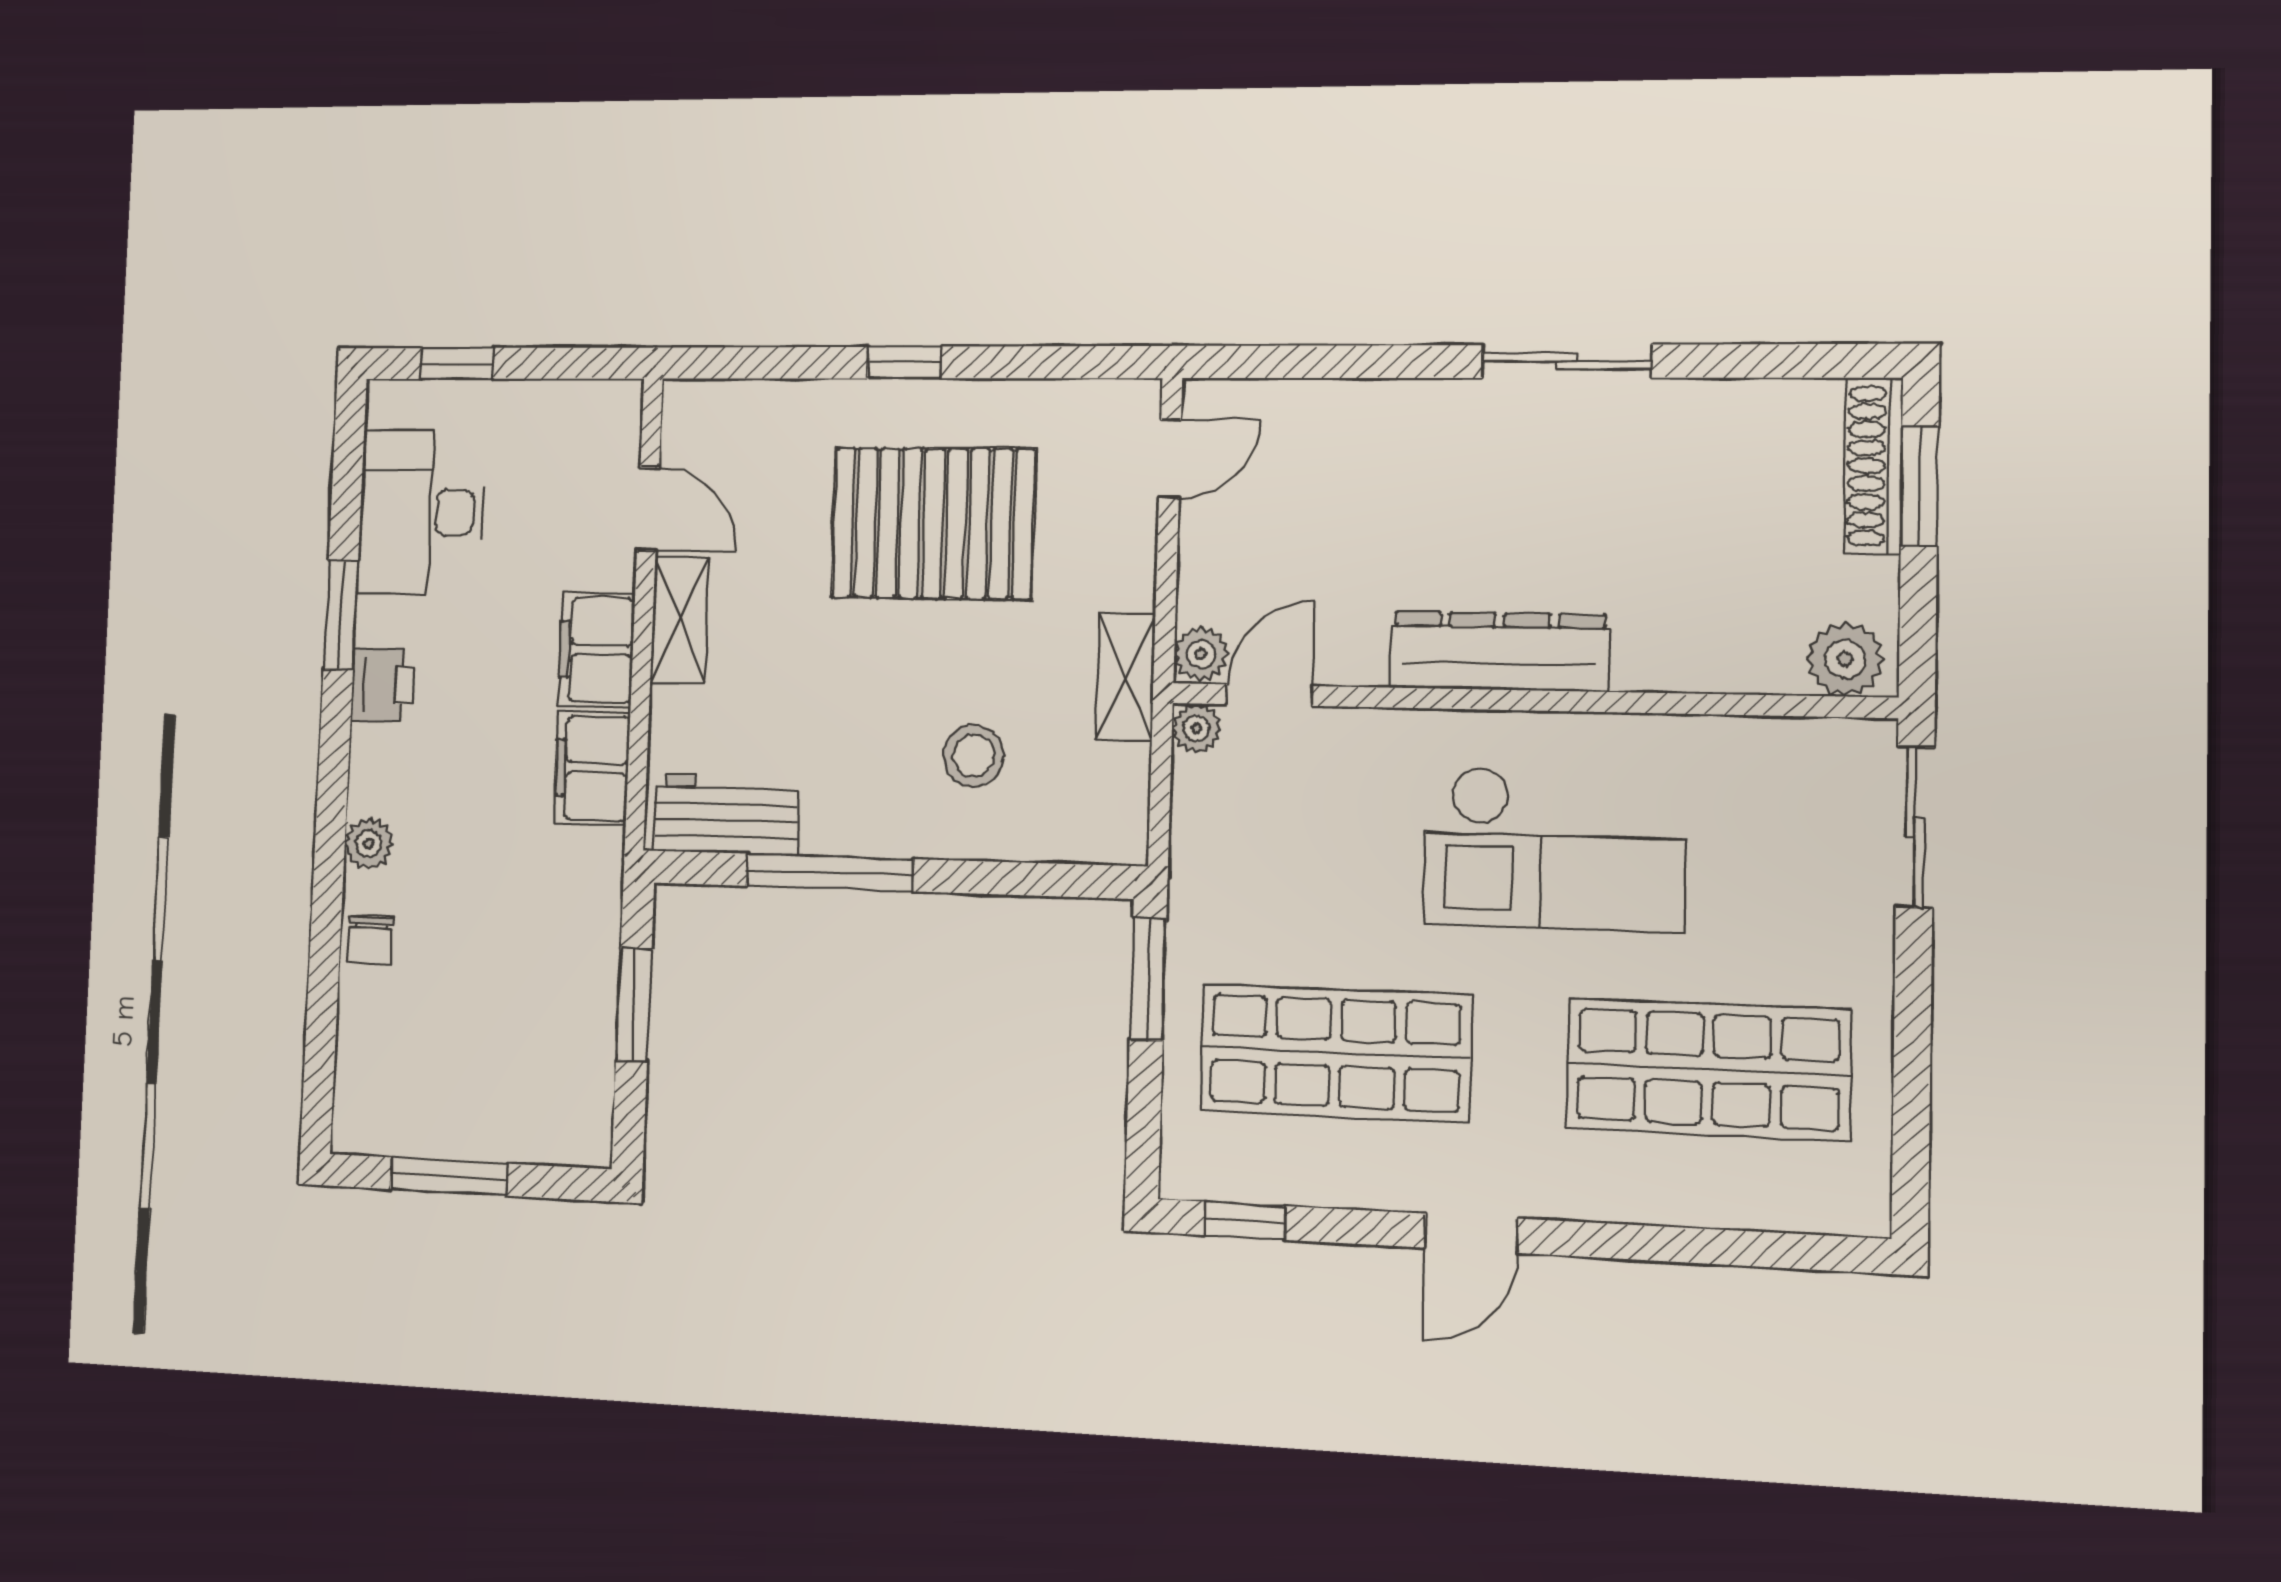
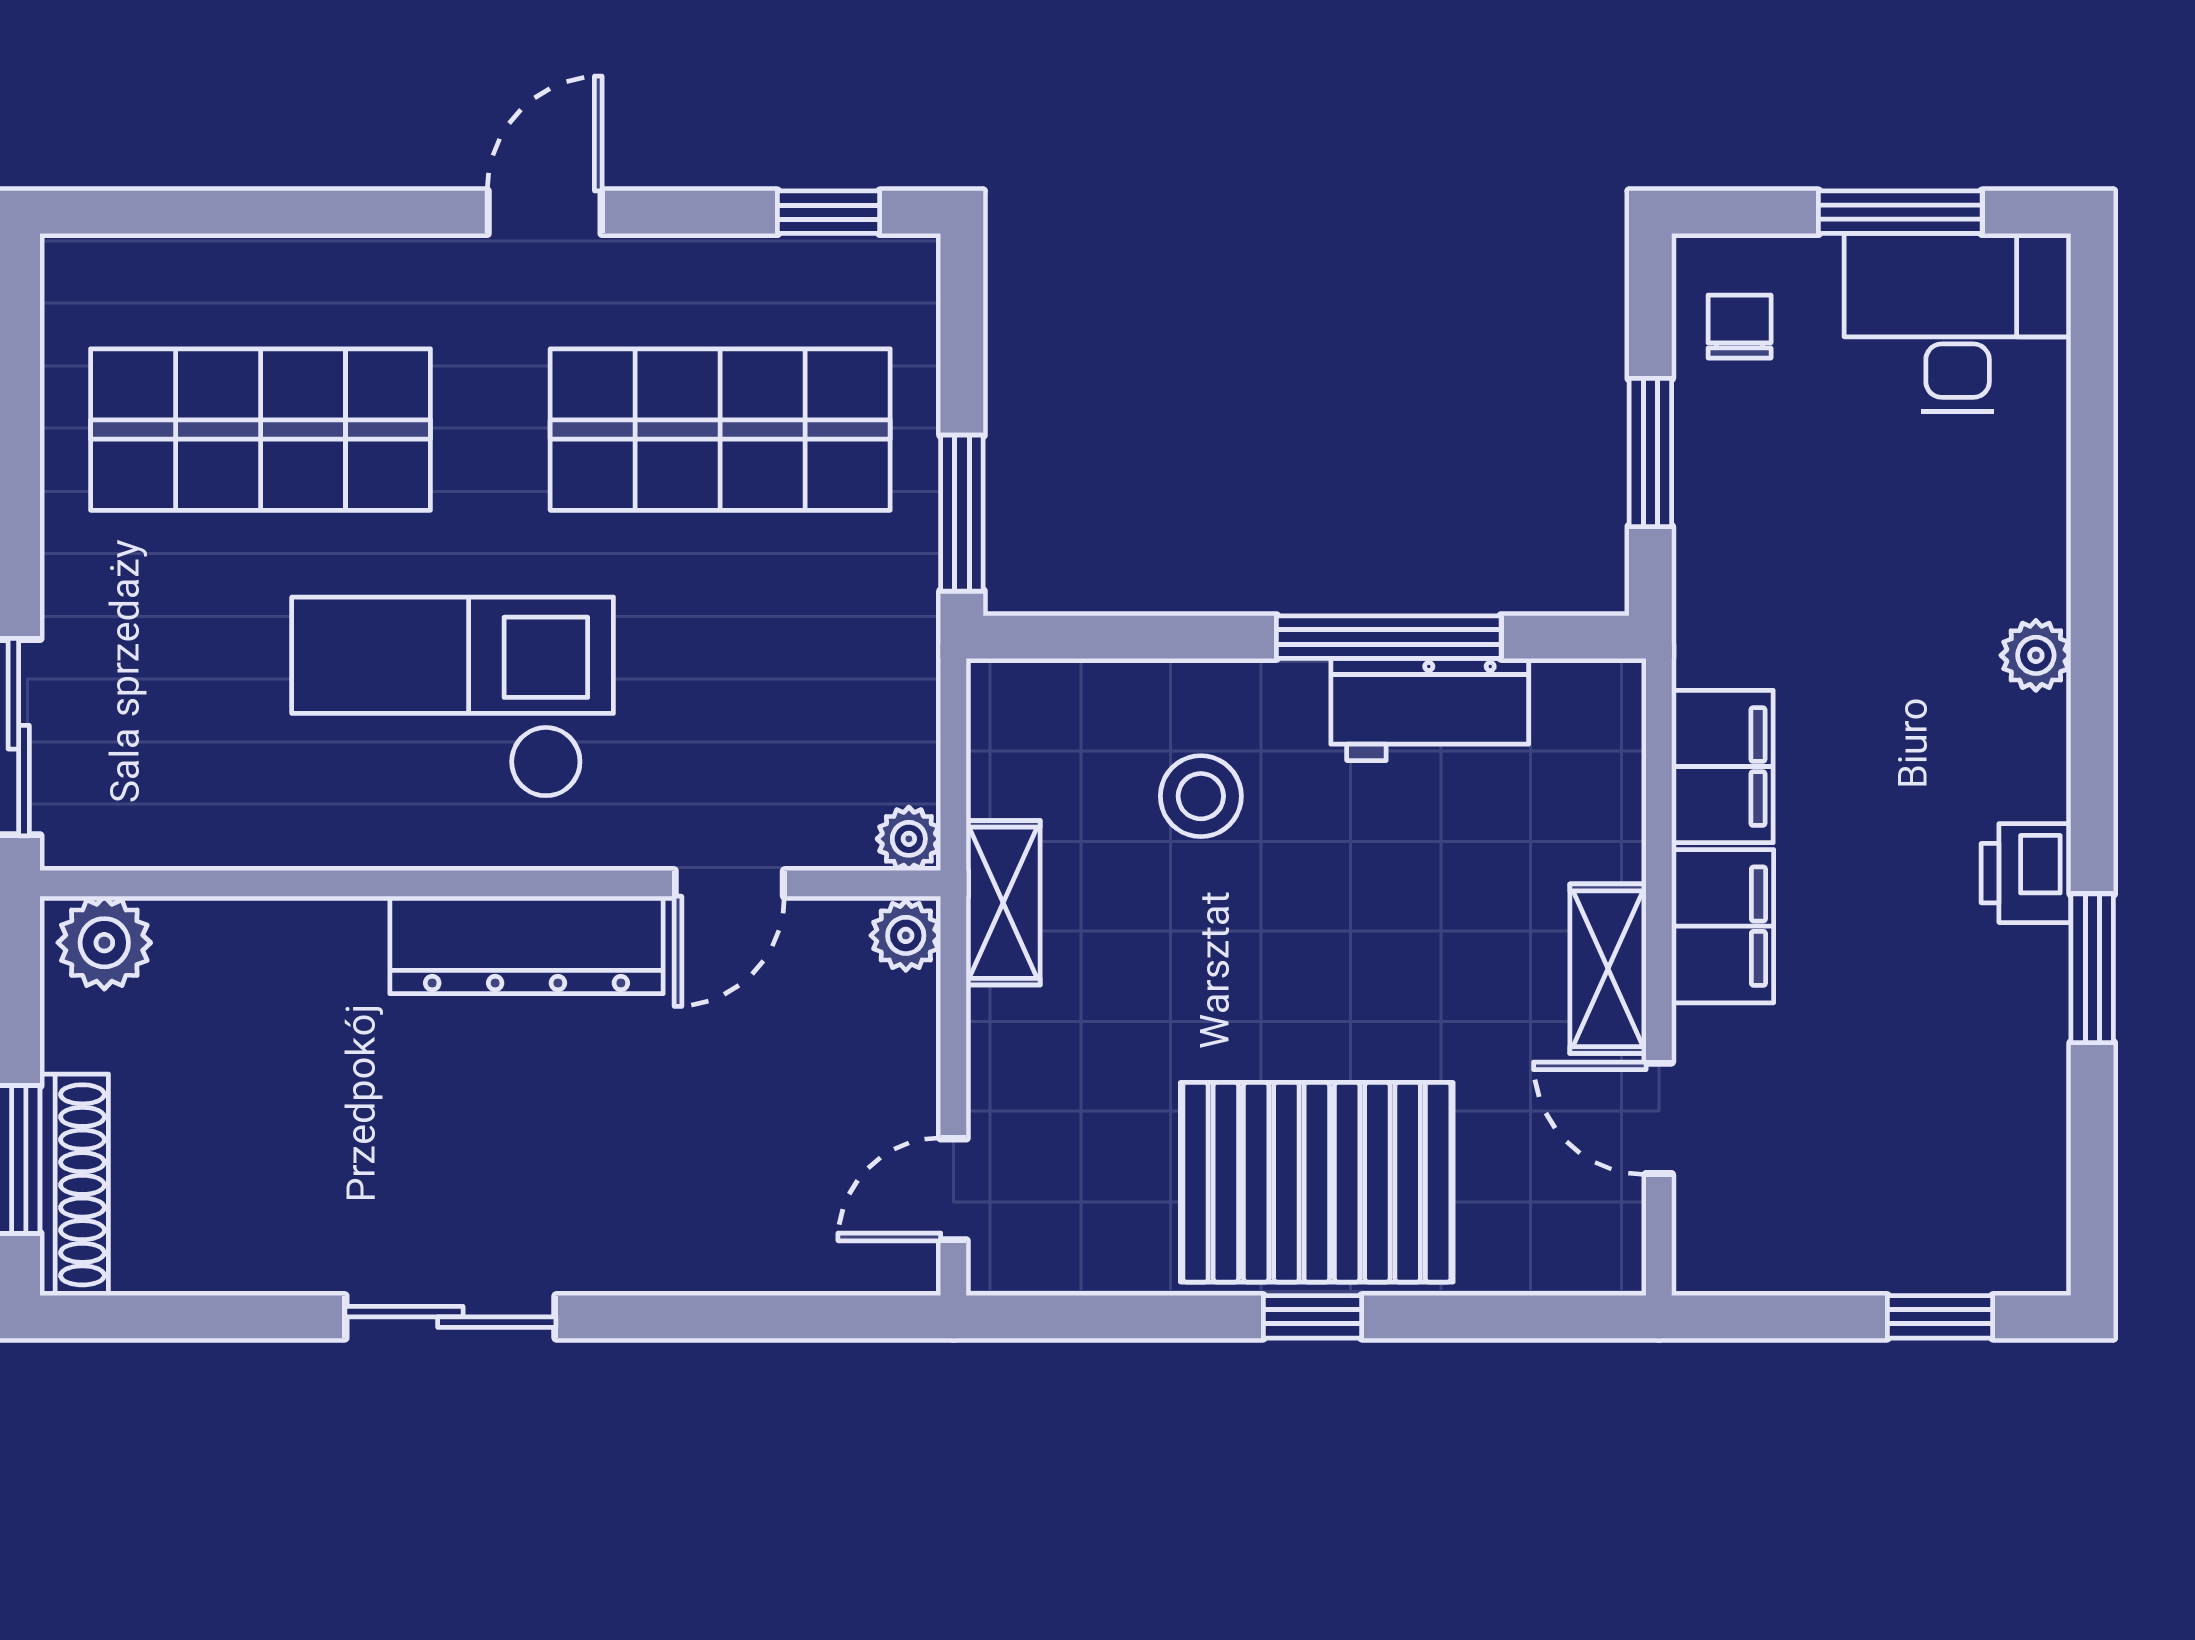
desk: (421, 512) -> (1958, 323), moved, turned -90
pallet: (933, 523) -> (1317, 1182), moved
door: (1270, 695) -> (729, 883), moved
workbench: (726, 815) -> (1430, 709), moved
chair: (370, 940) -> (1740, 327), moved

